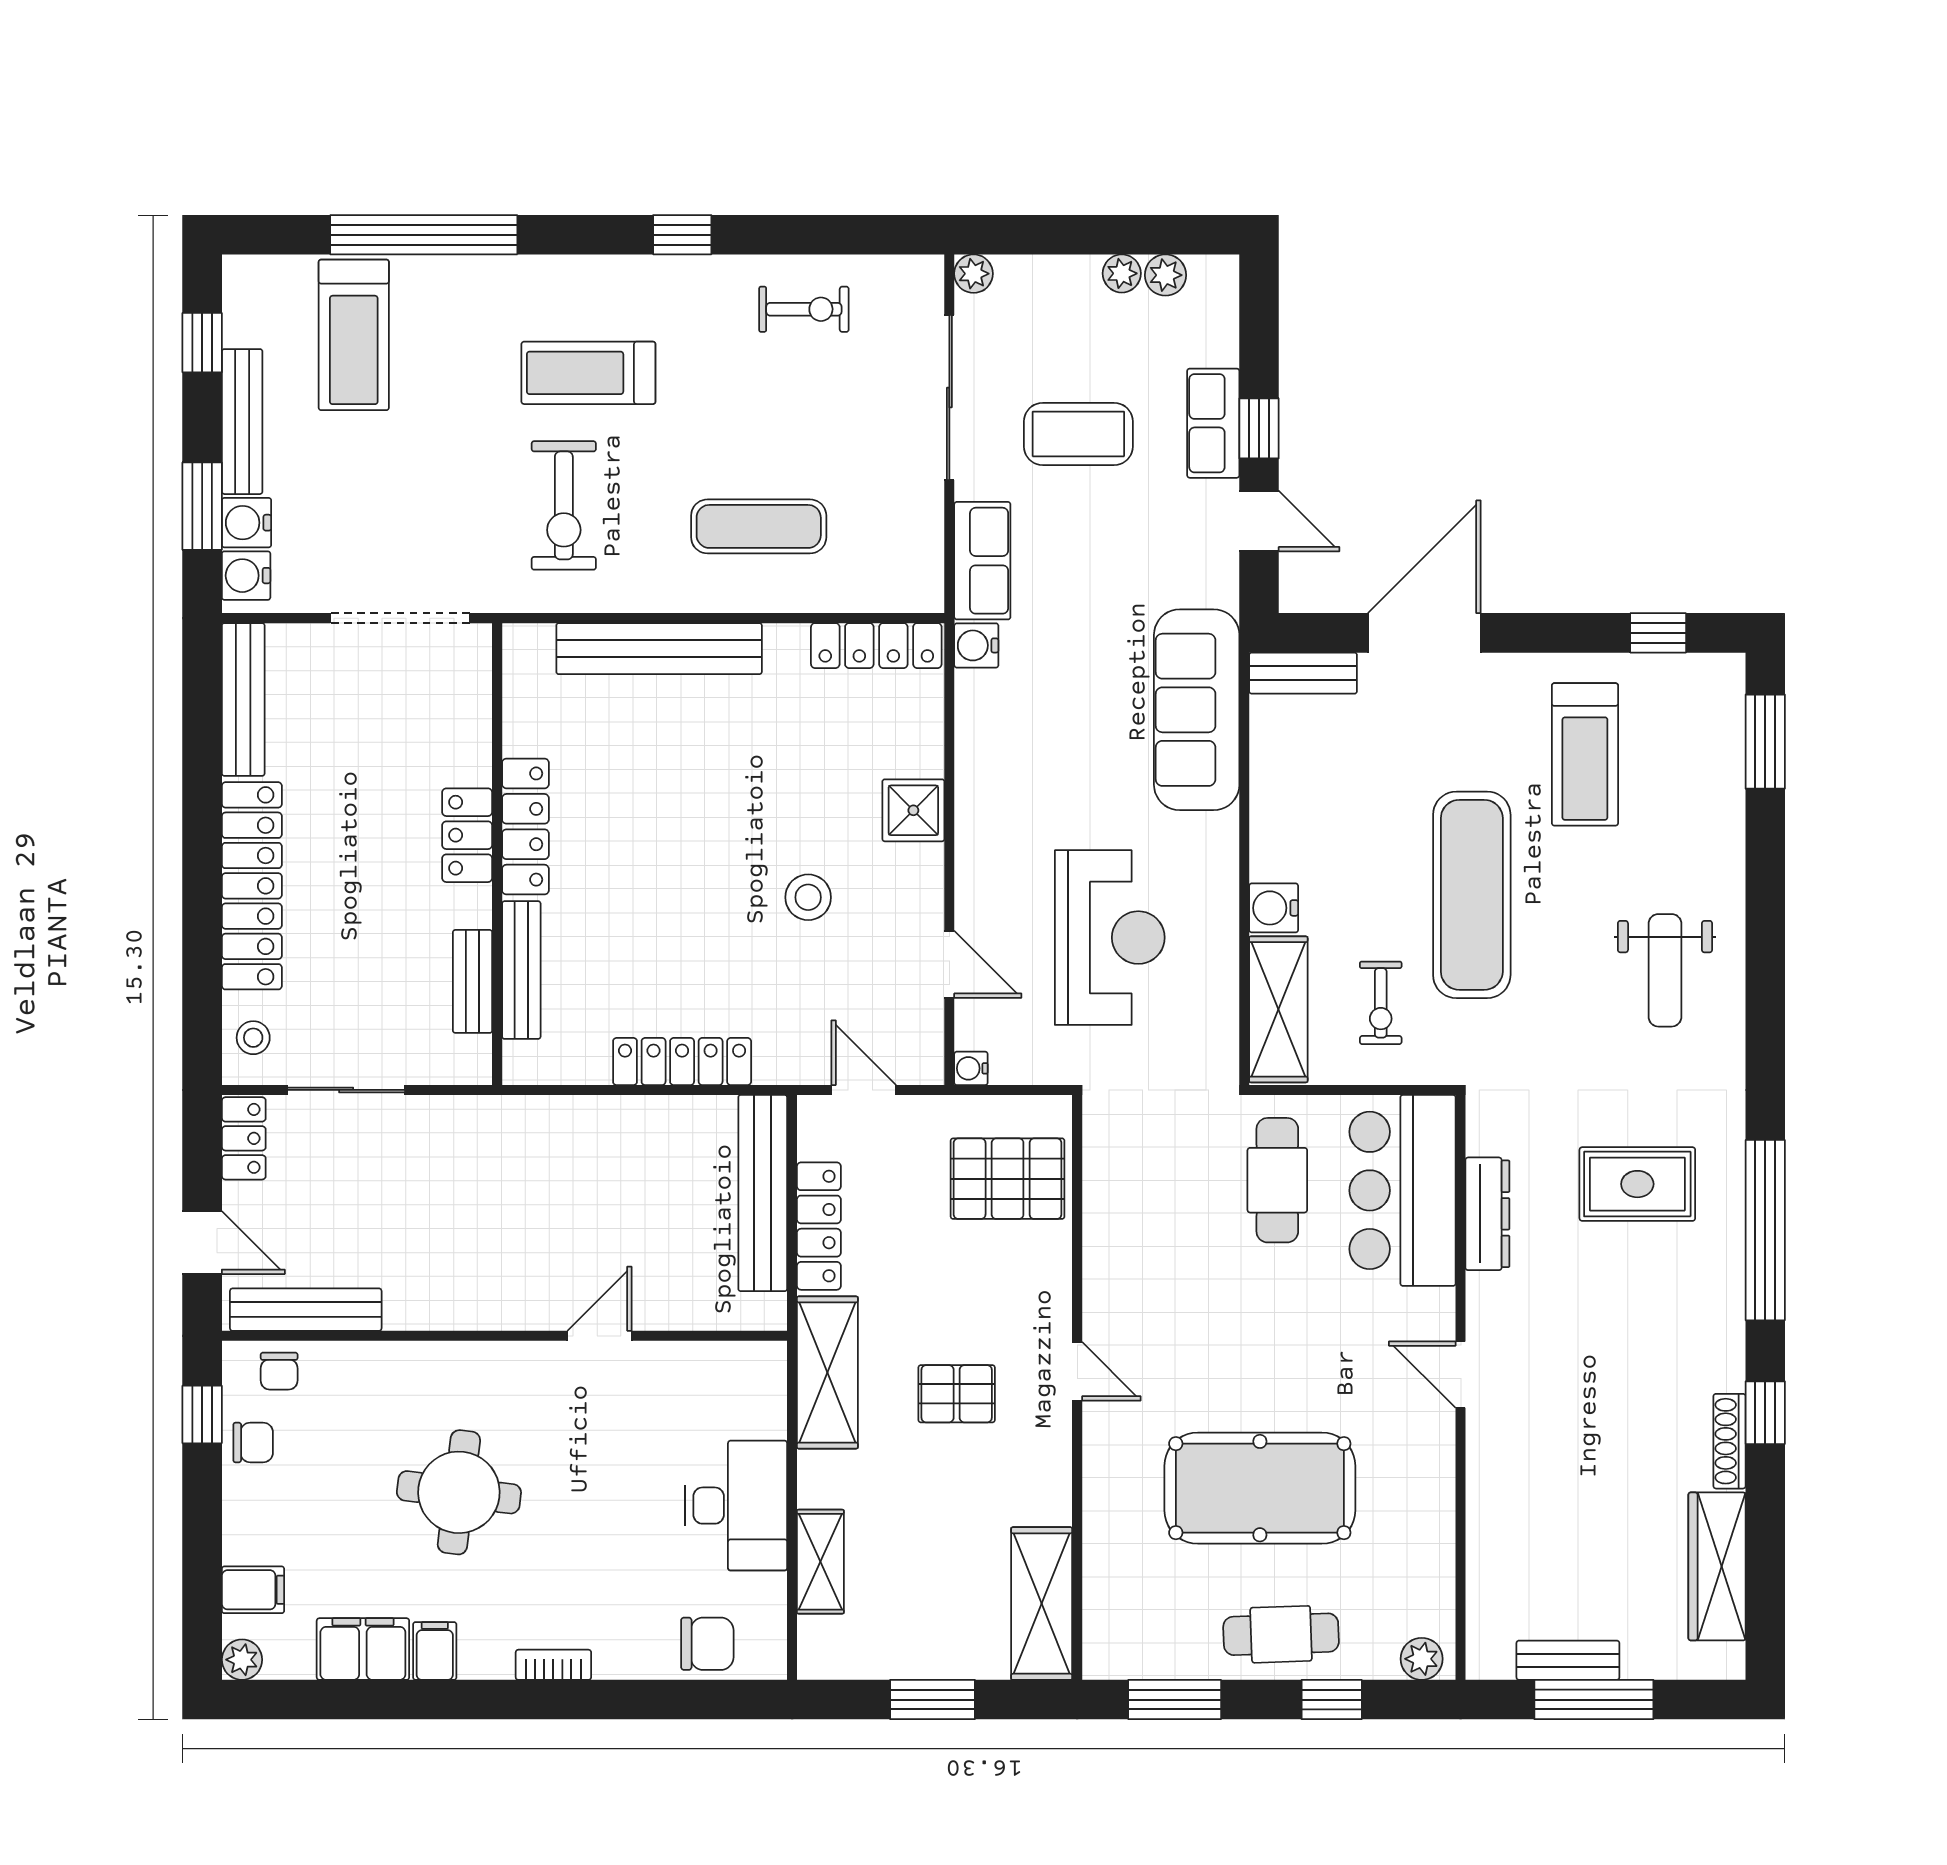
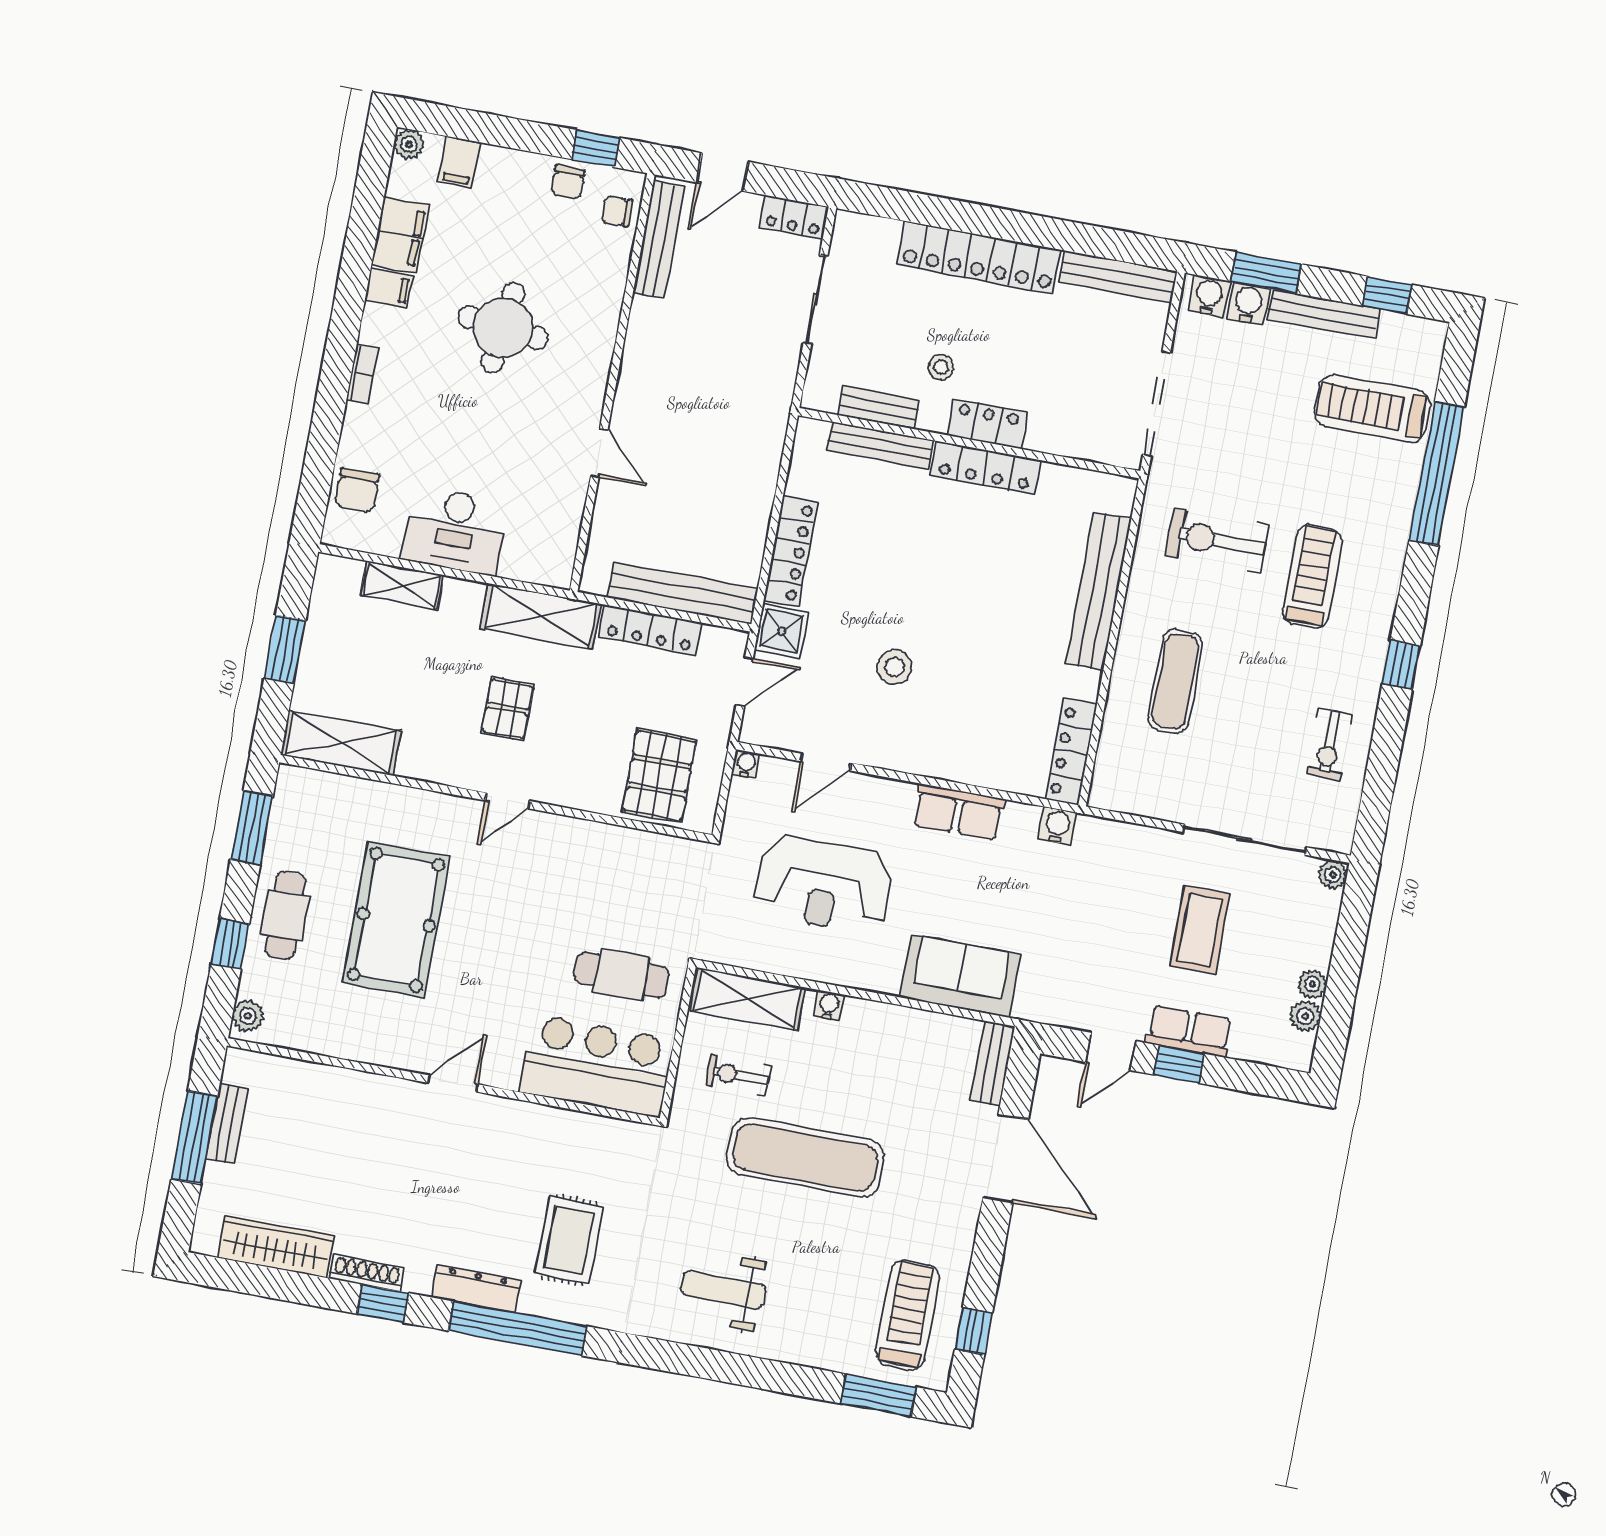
row of seats: (982, 561) -> (958, 812), moved
sofa: (1197, 710) -> (960, 976), width x0.73
treadmill: (1585, 754) -> (908, 1315), moved, turned 90
shower: (913, 810) -> (781, 631), moved
water cooler: (1274, 908) -> (829, 1005), width x0.72, depth x0.72
stool: (253, 1038) -> (941, 367), moved
dresser: (1487, 1214) -> (476, 1289), moved, turned 180

